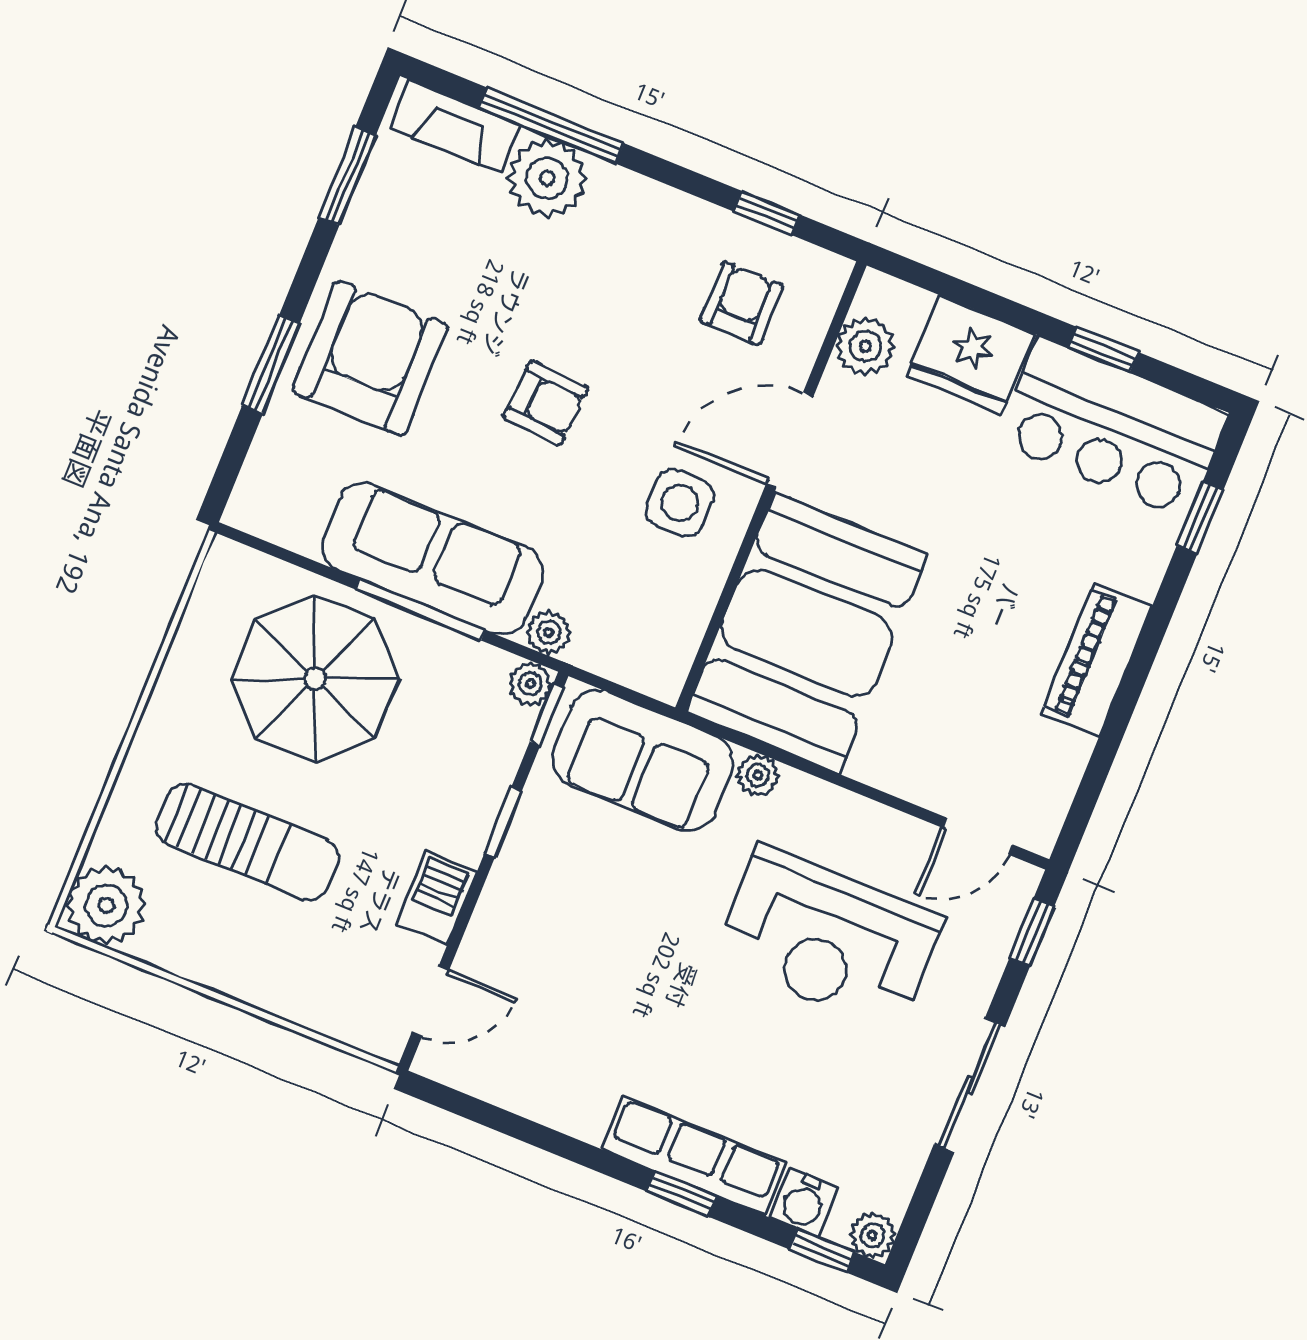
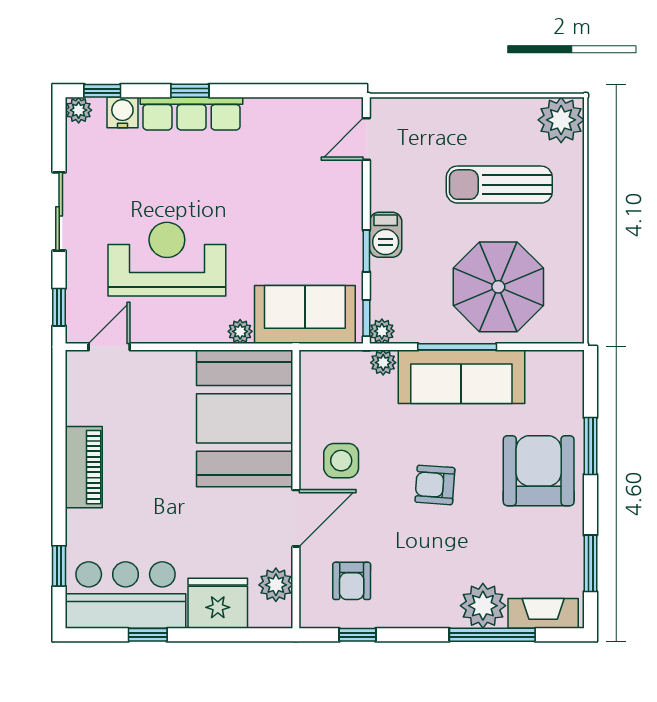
armchair: (370, 358) -> (539, 471), turned 180
barbecue: (437, 898) -> (386, 235), moved

